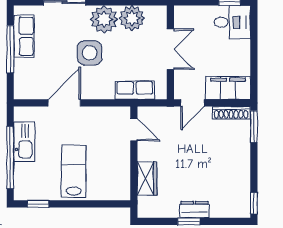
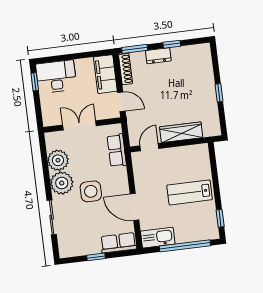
desk: (232, 22) -> (56, 77), width x1.37
row of seats: (24, 36) -> (118, 243), moved
window: (10, 49) -> (96, 257), width x0.46
kitchen sink: (24, 142) -> (158, 238), moved
wardrobe: (147, 178) -> (181, 132), width x1.50
window: (254, 203) -> (172, 44), moved
dresser: (194, 210) -> (158, 56), moved, turned -90

